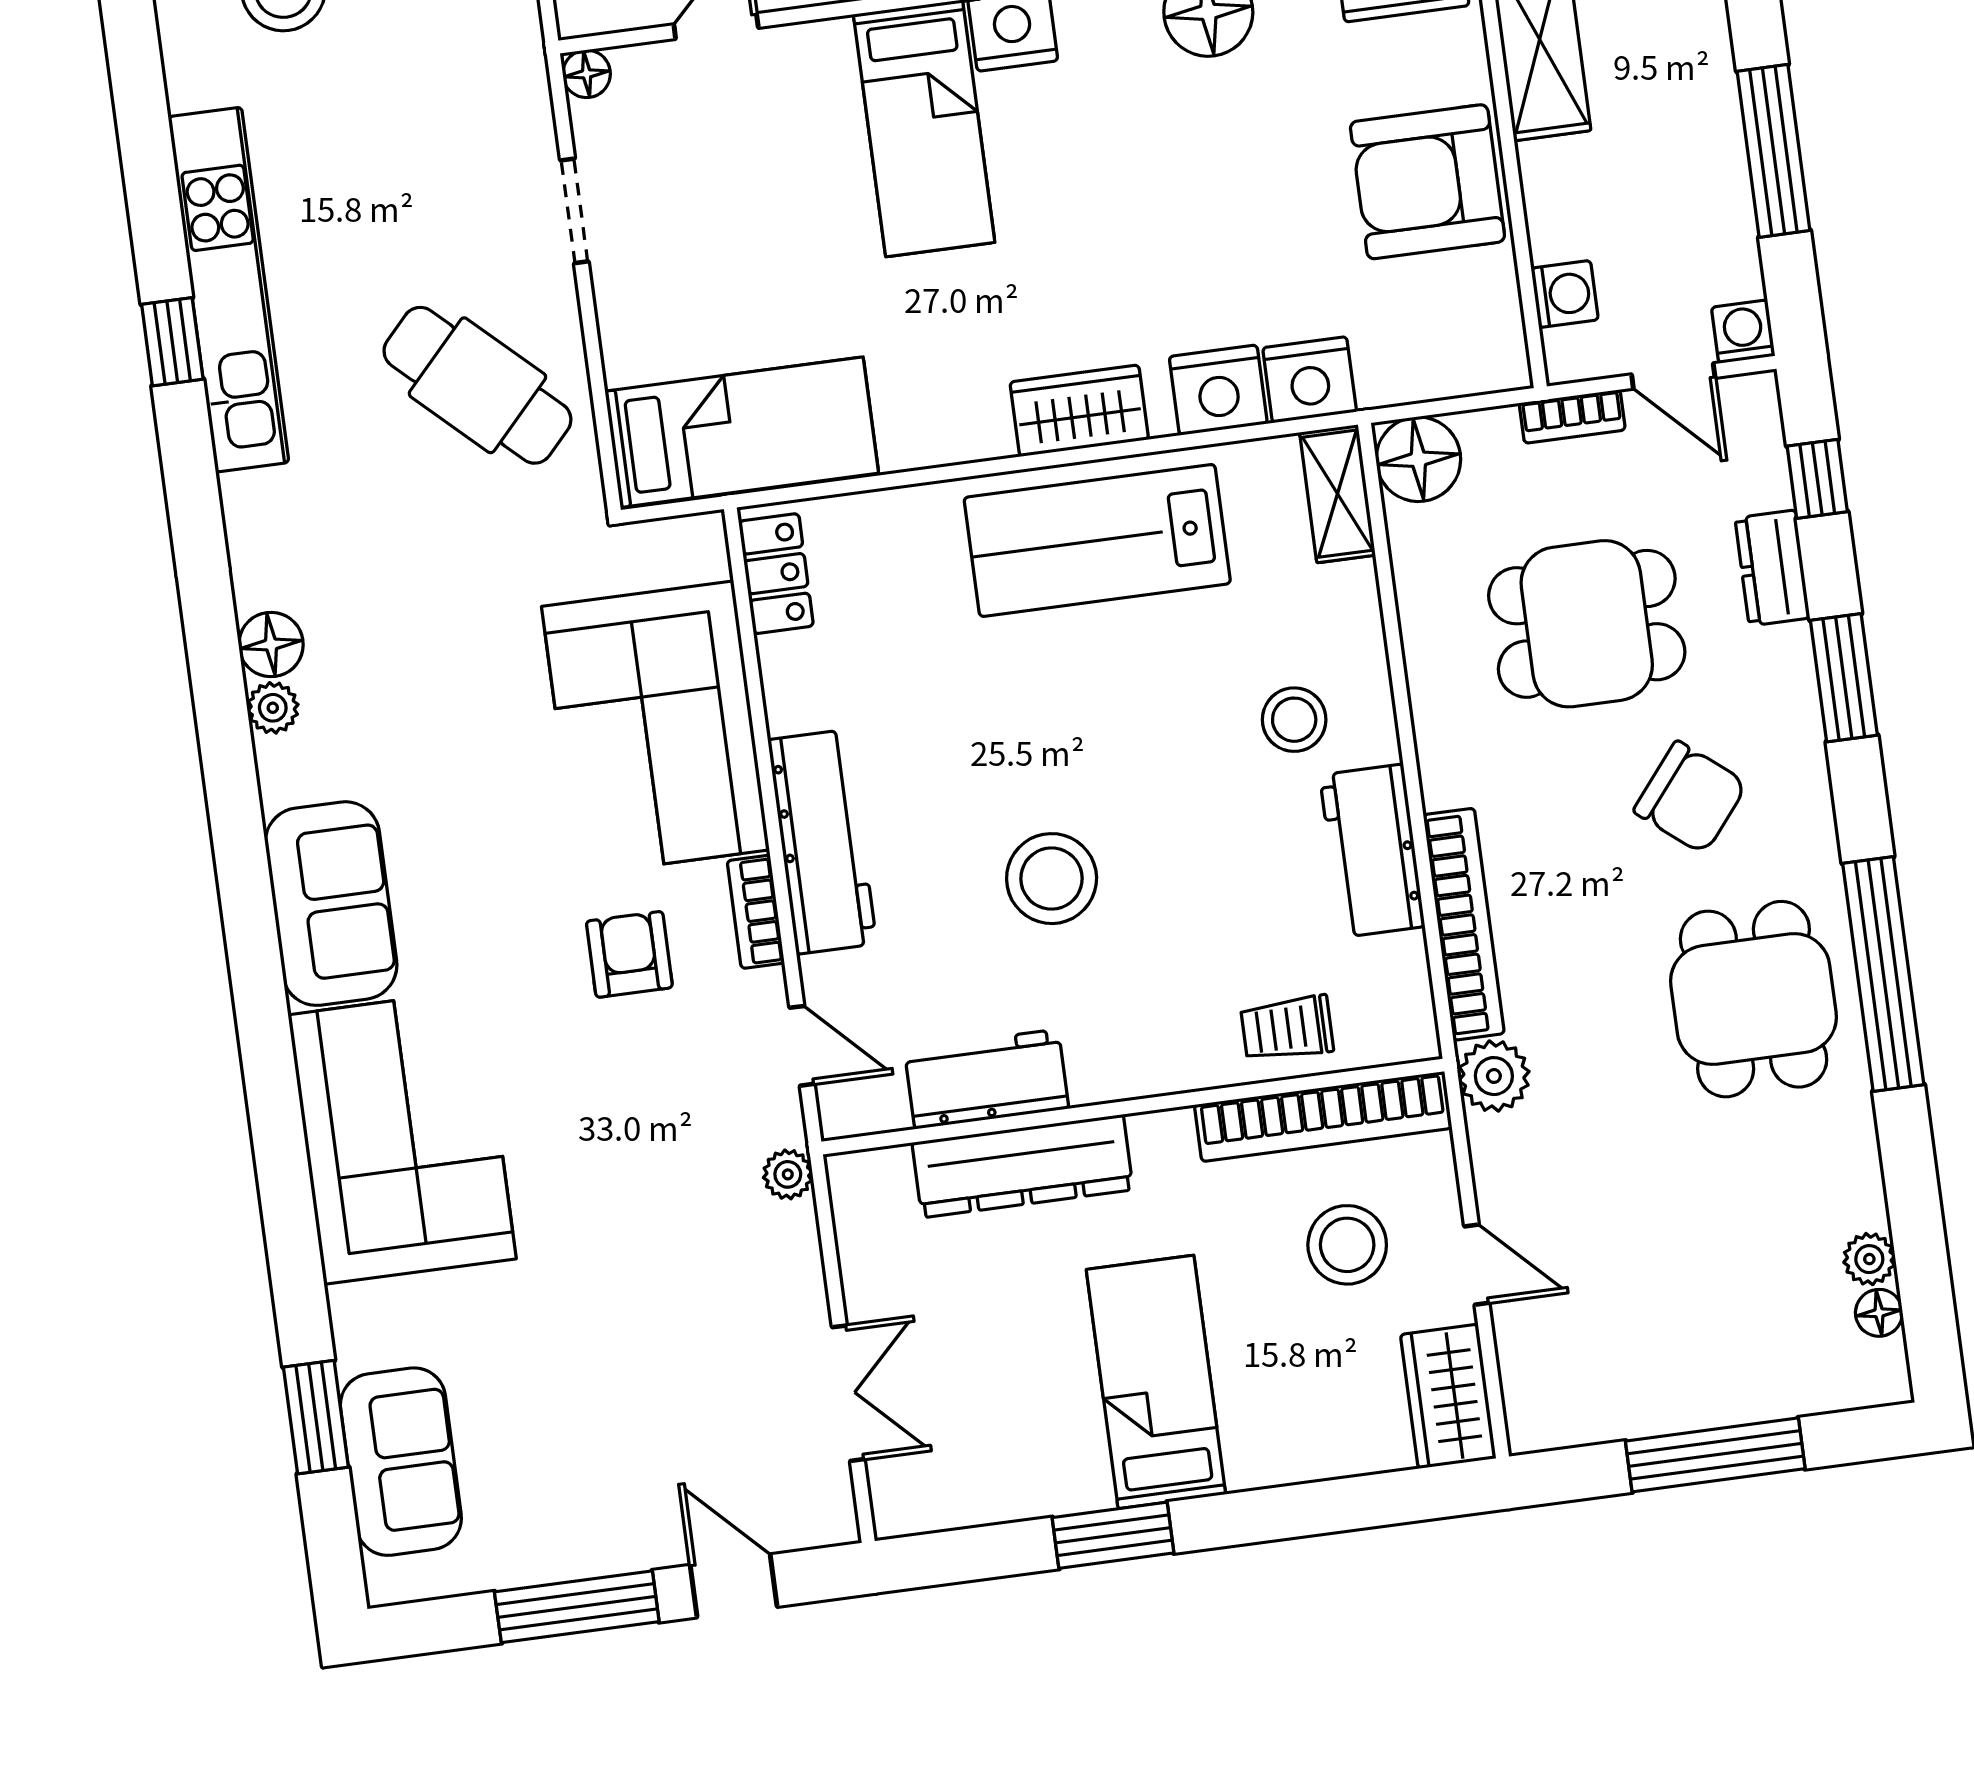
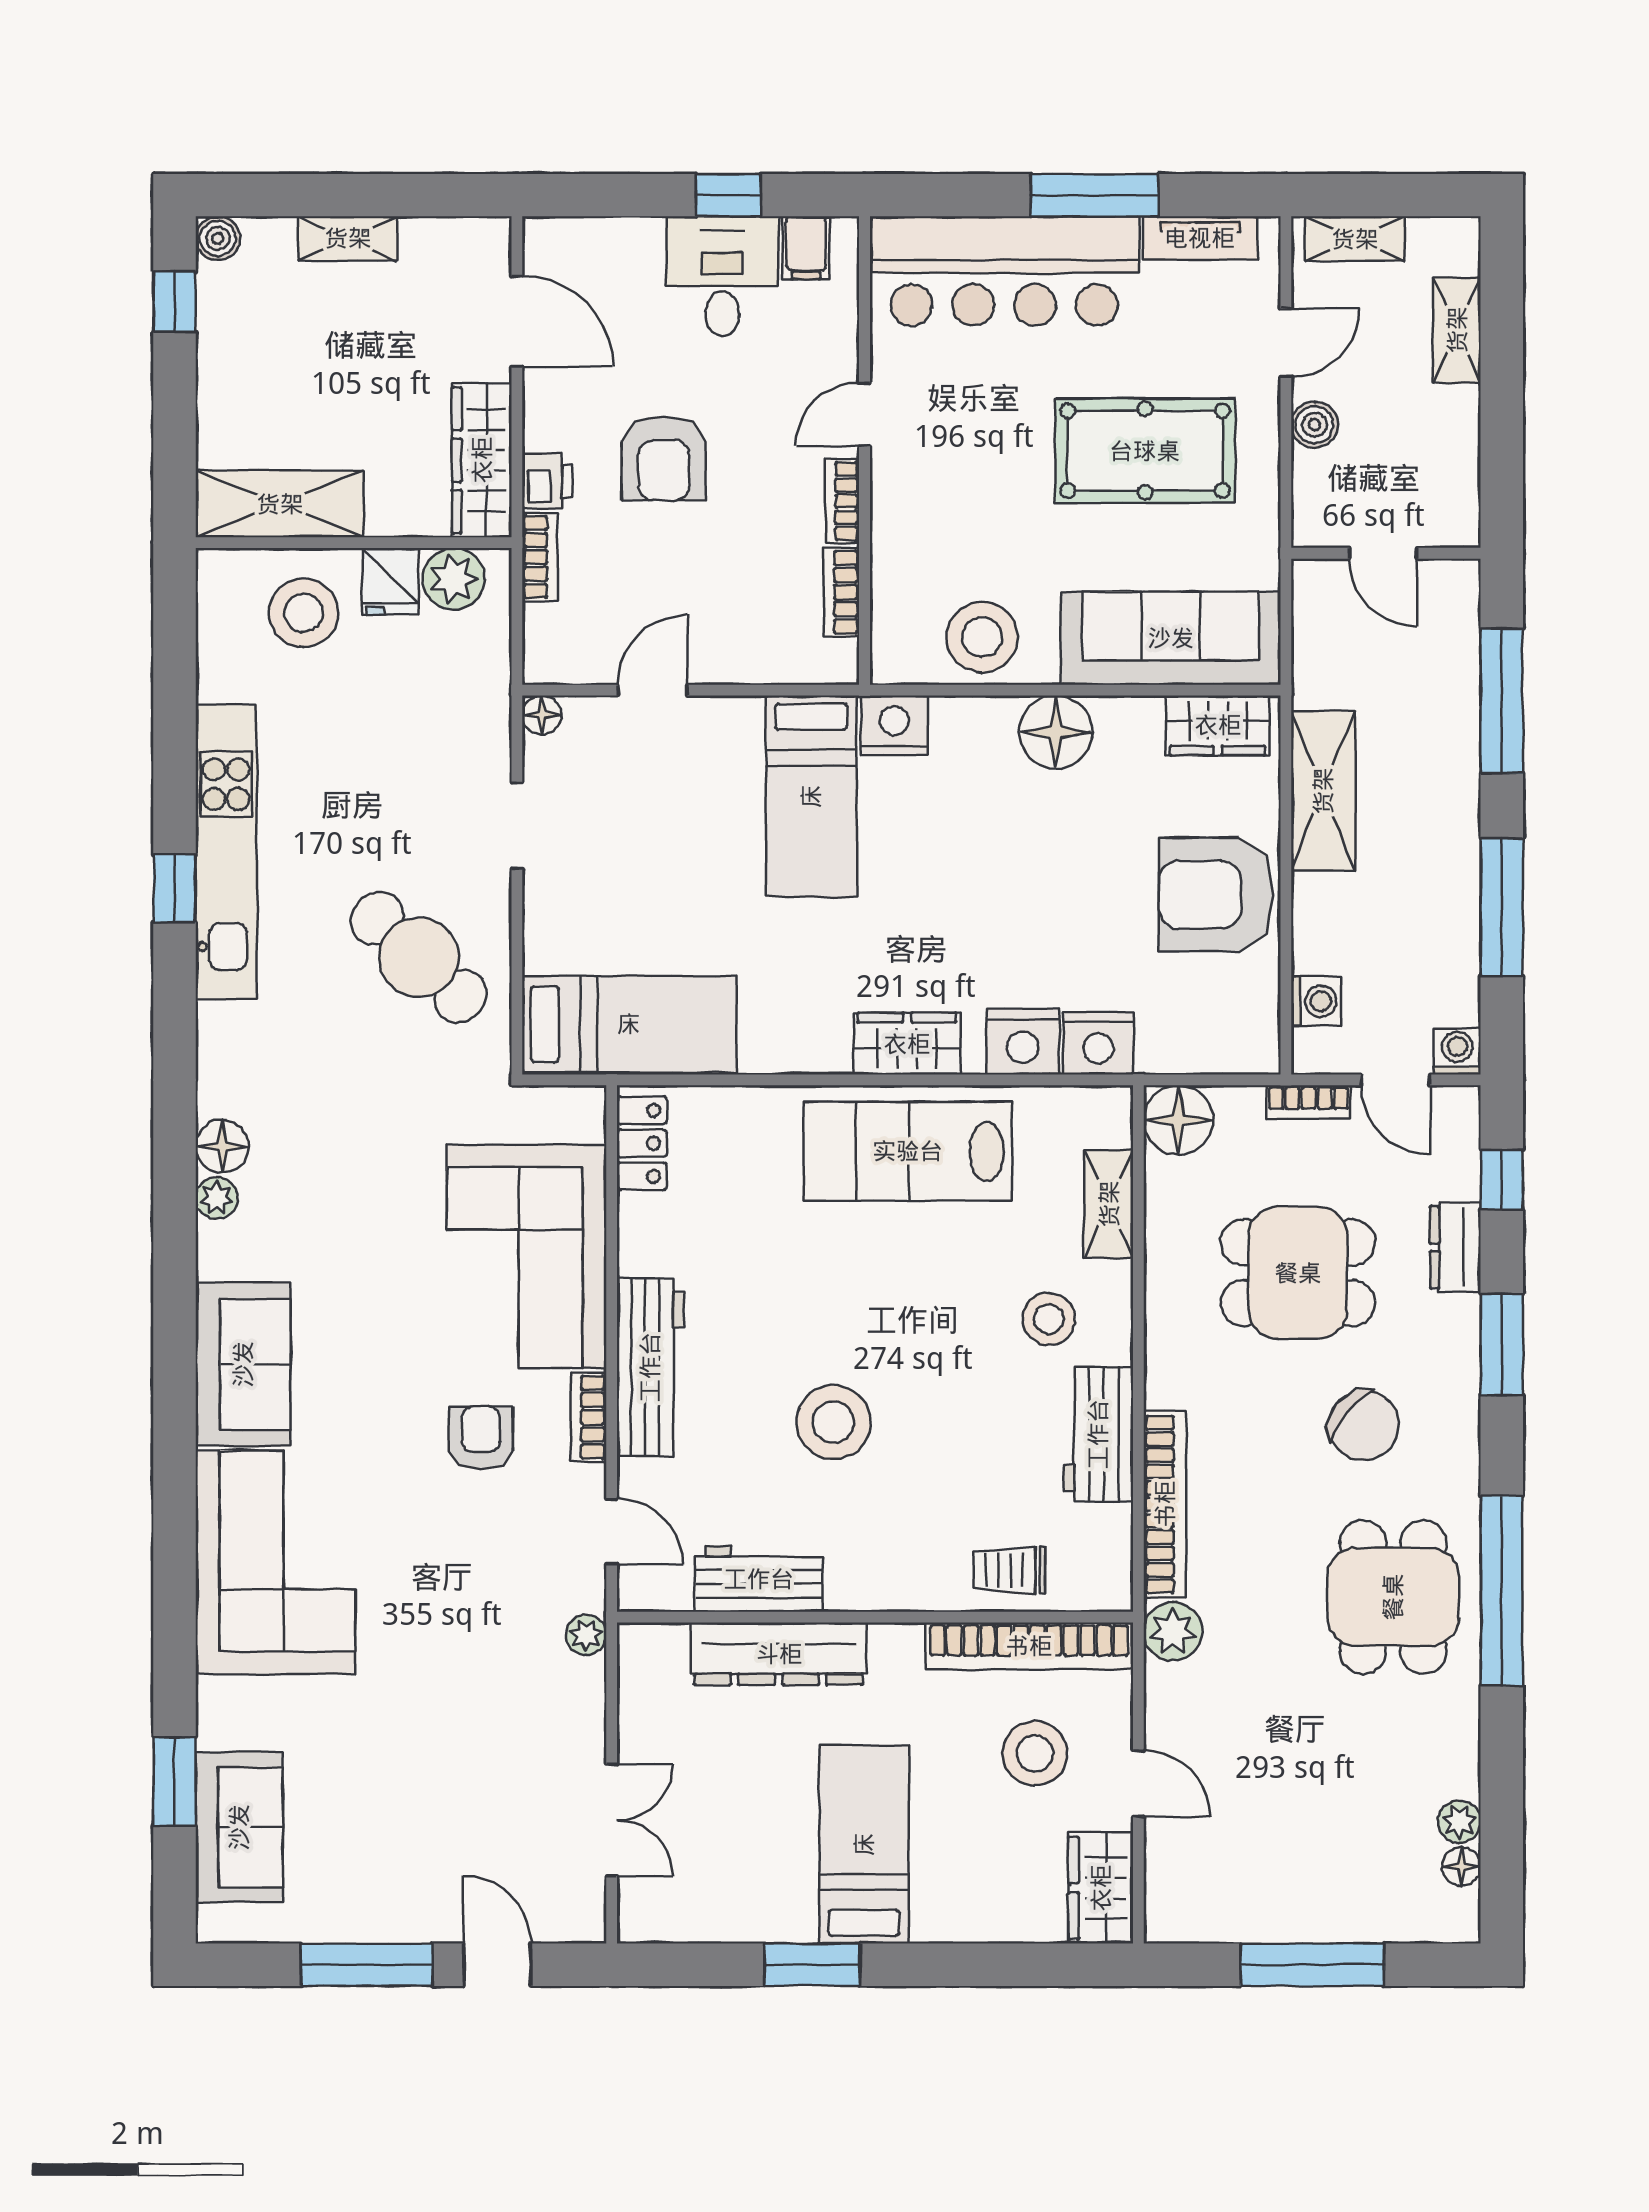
shelving: (1337, 494) -> (1109, 1204), moved

